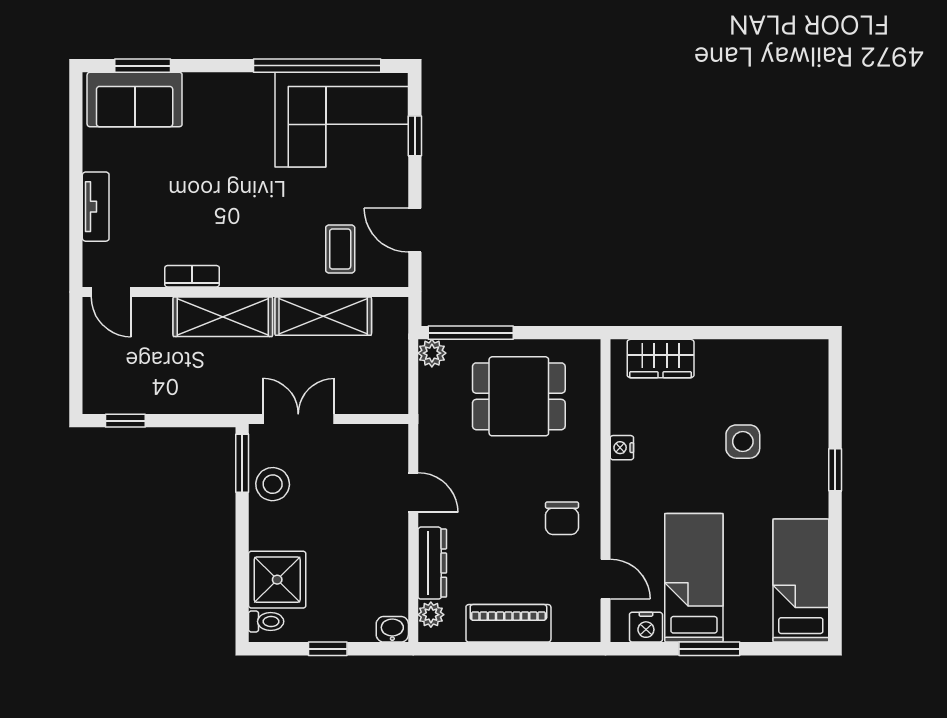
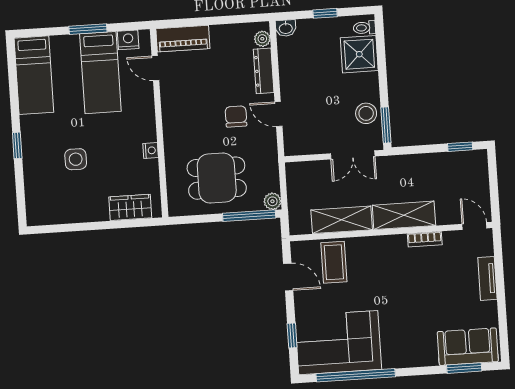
coffee table: (340, 249) -> (334, 262), width x1.36, depth x1.30
chair: (562, 518) -> (236, 116), moved
piano: (508, 623) -> (183, 39), moved

